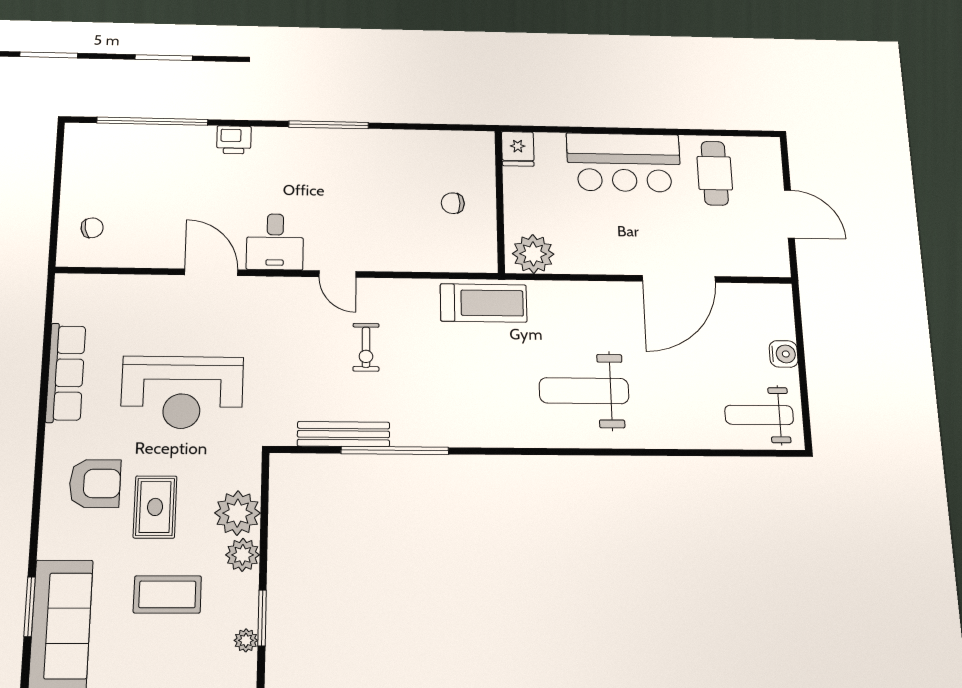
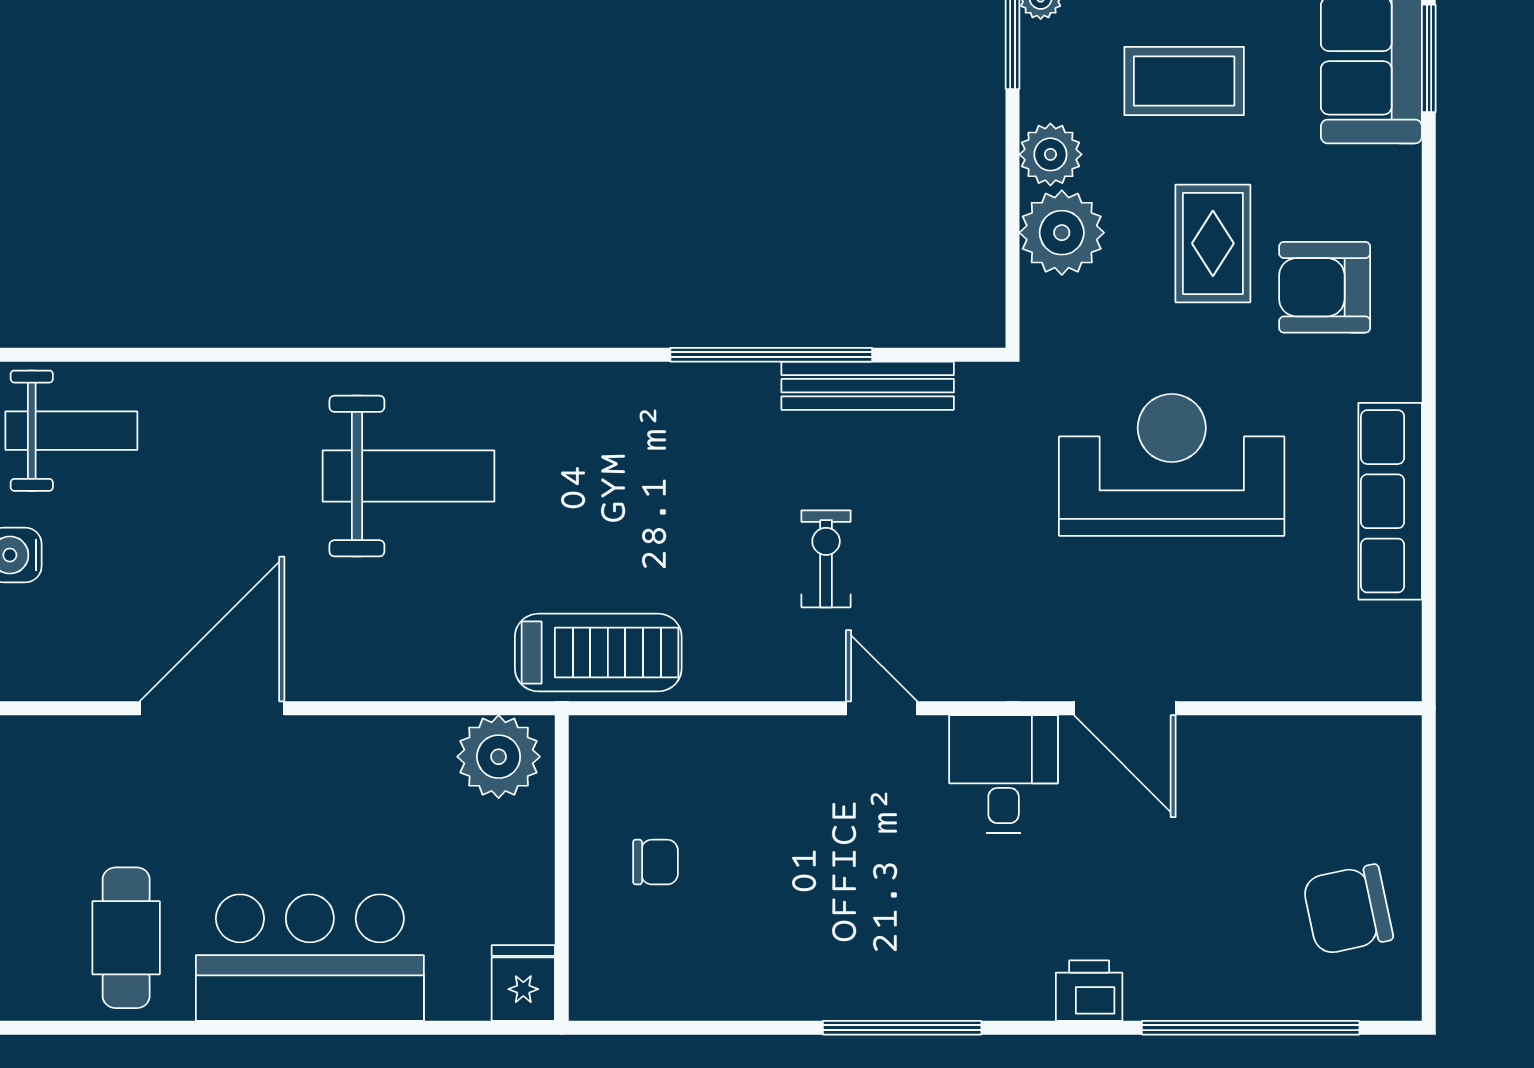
chair: (92, 228) -> (1348, 910), moved, width x1.87, depth x1.87
treadmill: (484, 303) -> (598, 653), turned 180

